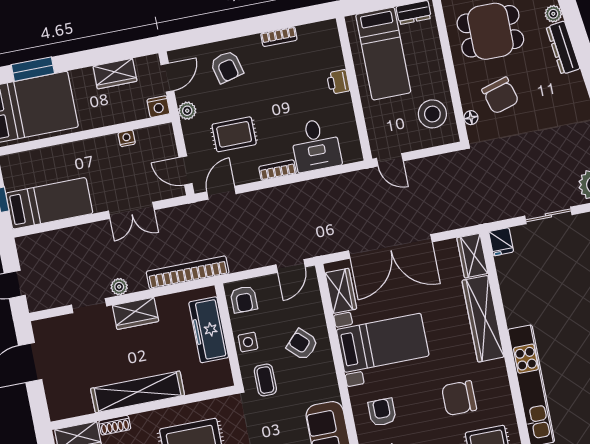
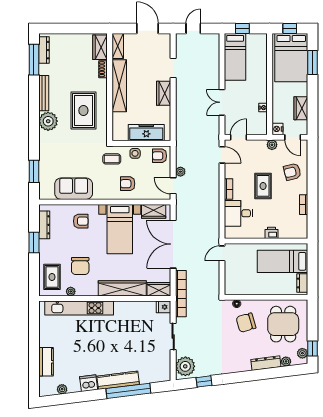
stool: (432, 114) -> (243, 282), removed
rug: (234, 134) -> (263, 186), moved
bookcase: (188, 272) -> (181, 294), moved
plant: (119, 287) -> (180, 172), moved
armchair: (302, 344) -> (128, 184), turned -134
chair: (459, 398) -> (80, 266), turned 180
plant: (506, 406) -> (71, 291), added
shelving: (70, 408) -> (118, 46), added

